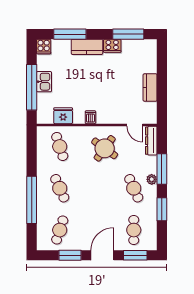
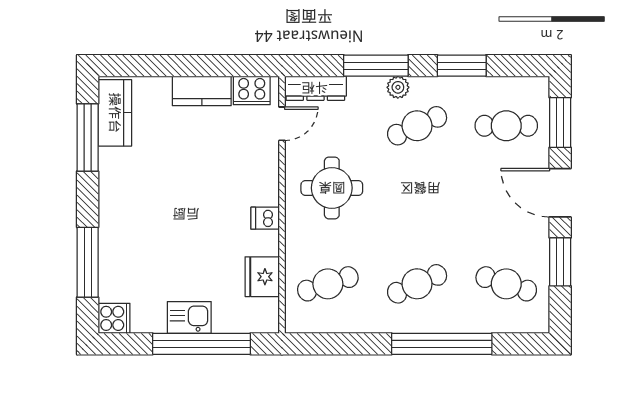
cooker: (112, 46) -> (252, 90), moved, turned 90
kitchen counter: (87, 47) -> (115, 113), moved
round table: (105, 148) -> (332, 188), turned -36

